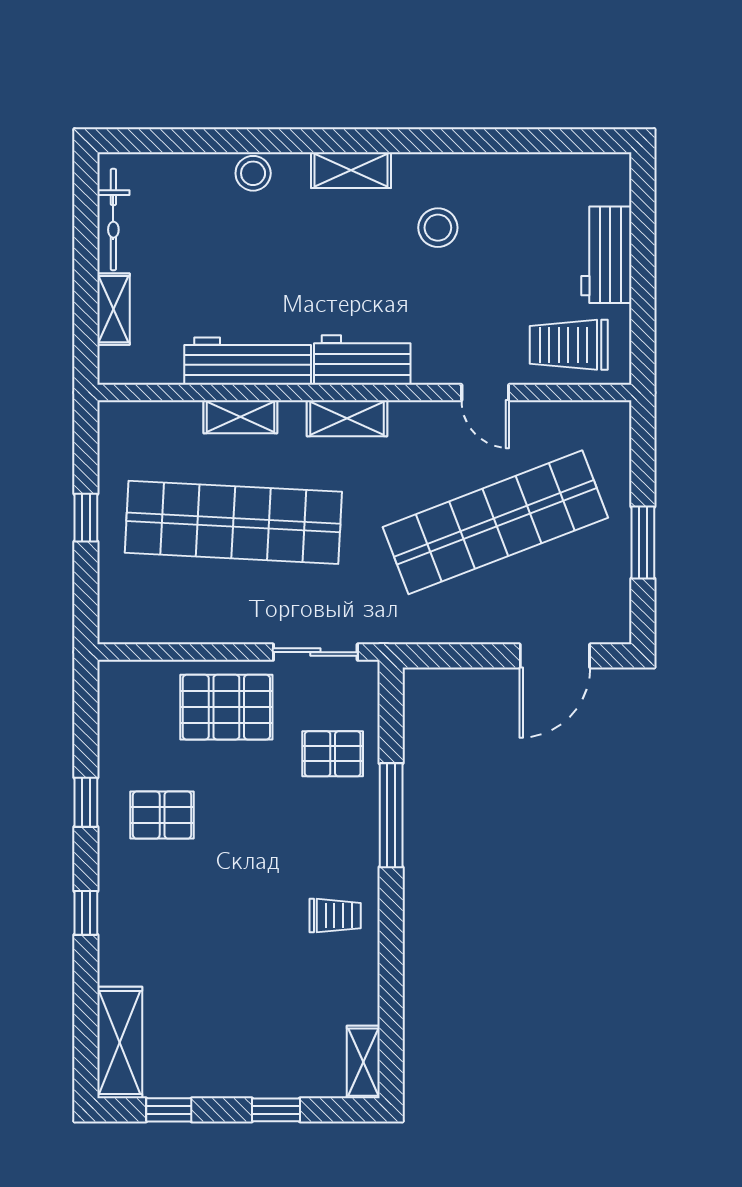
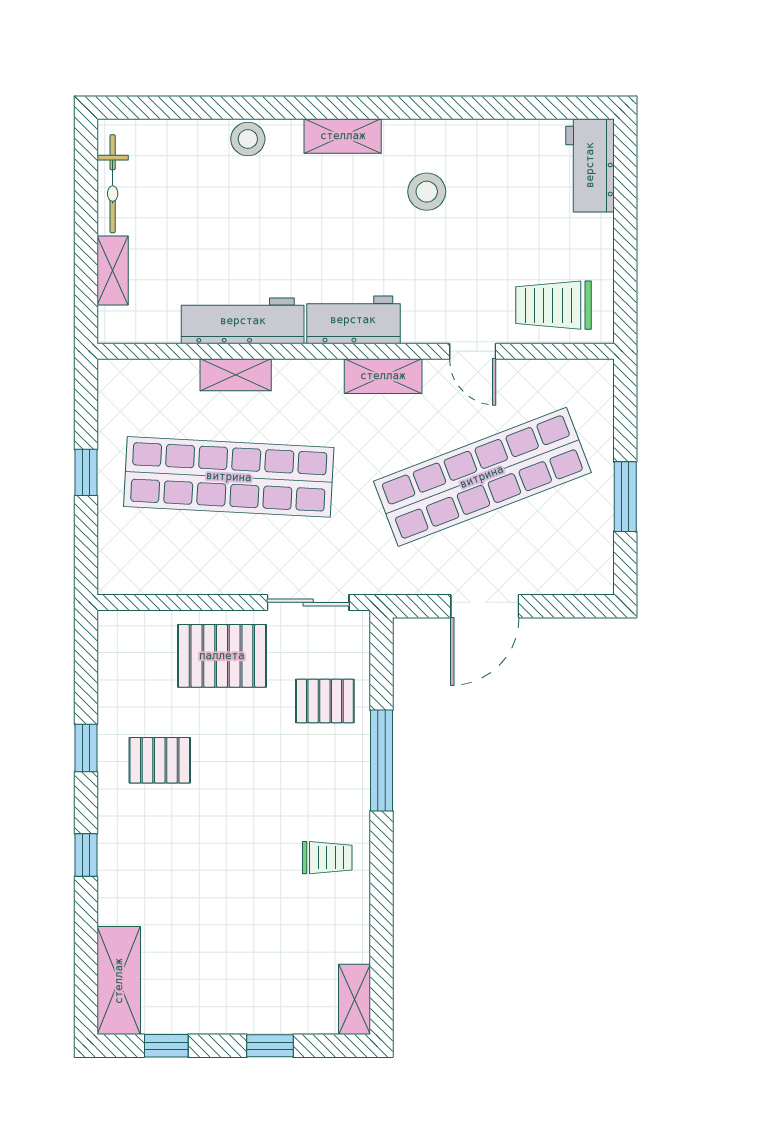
workbench: (606, 255) -> (590, 165), moved
shelving: (347, 418) -> (383, 376), moved
door: (555, 656) -> (485, 606), moved

